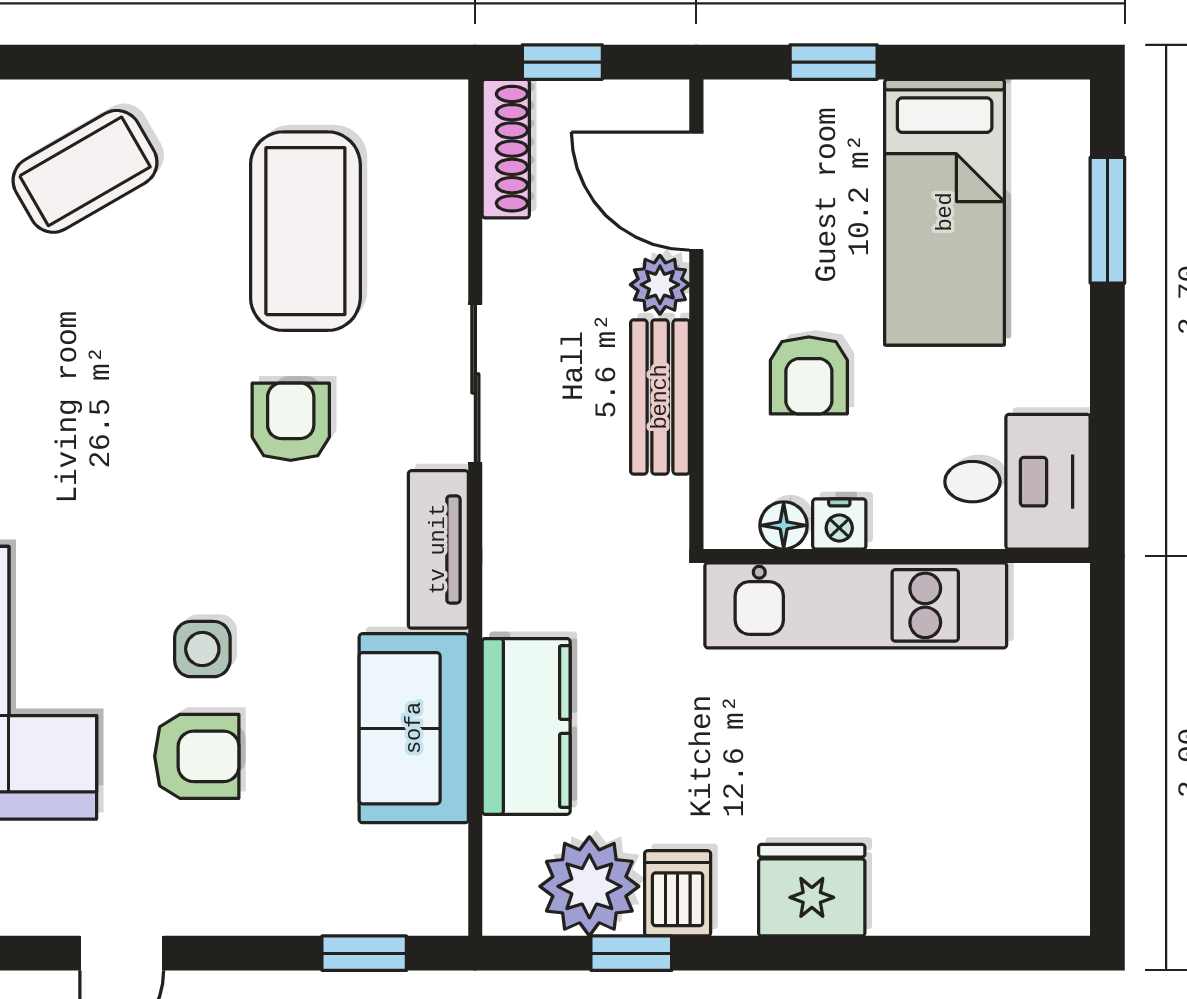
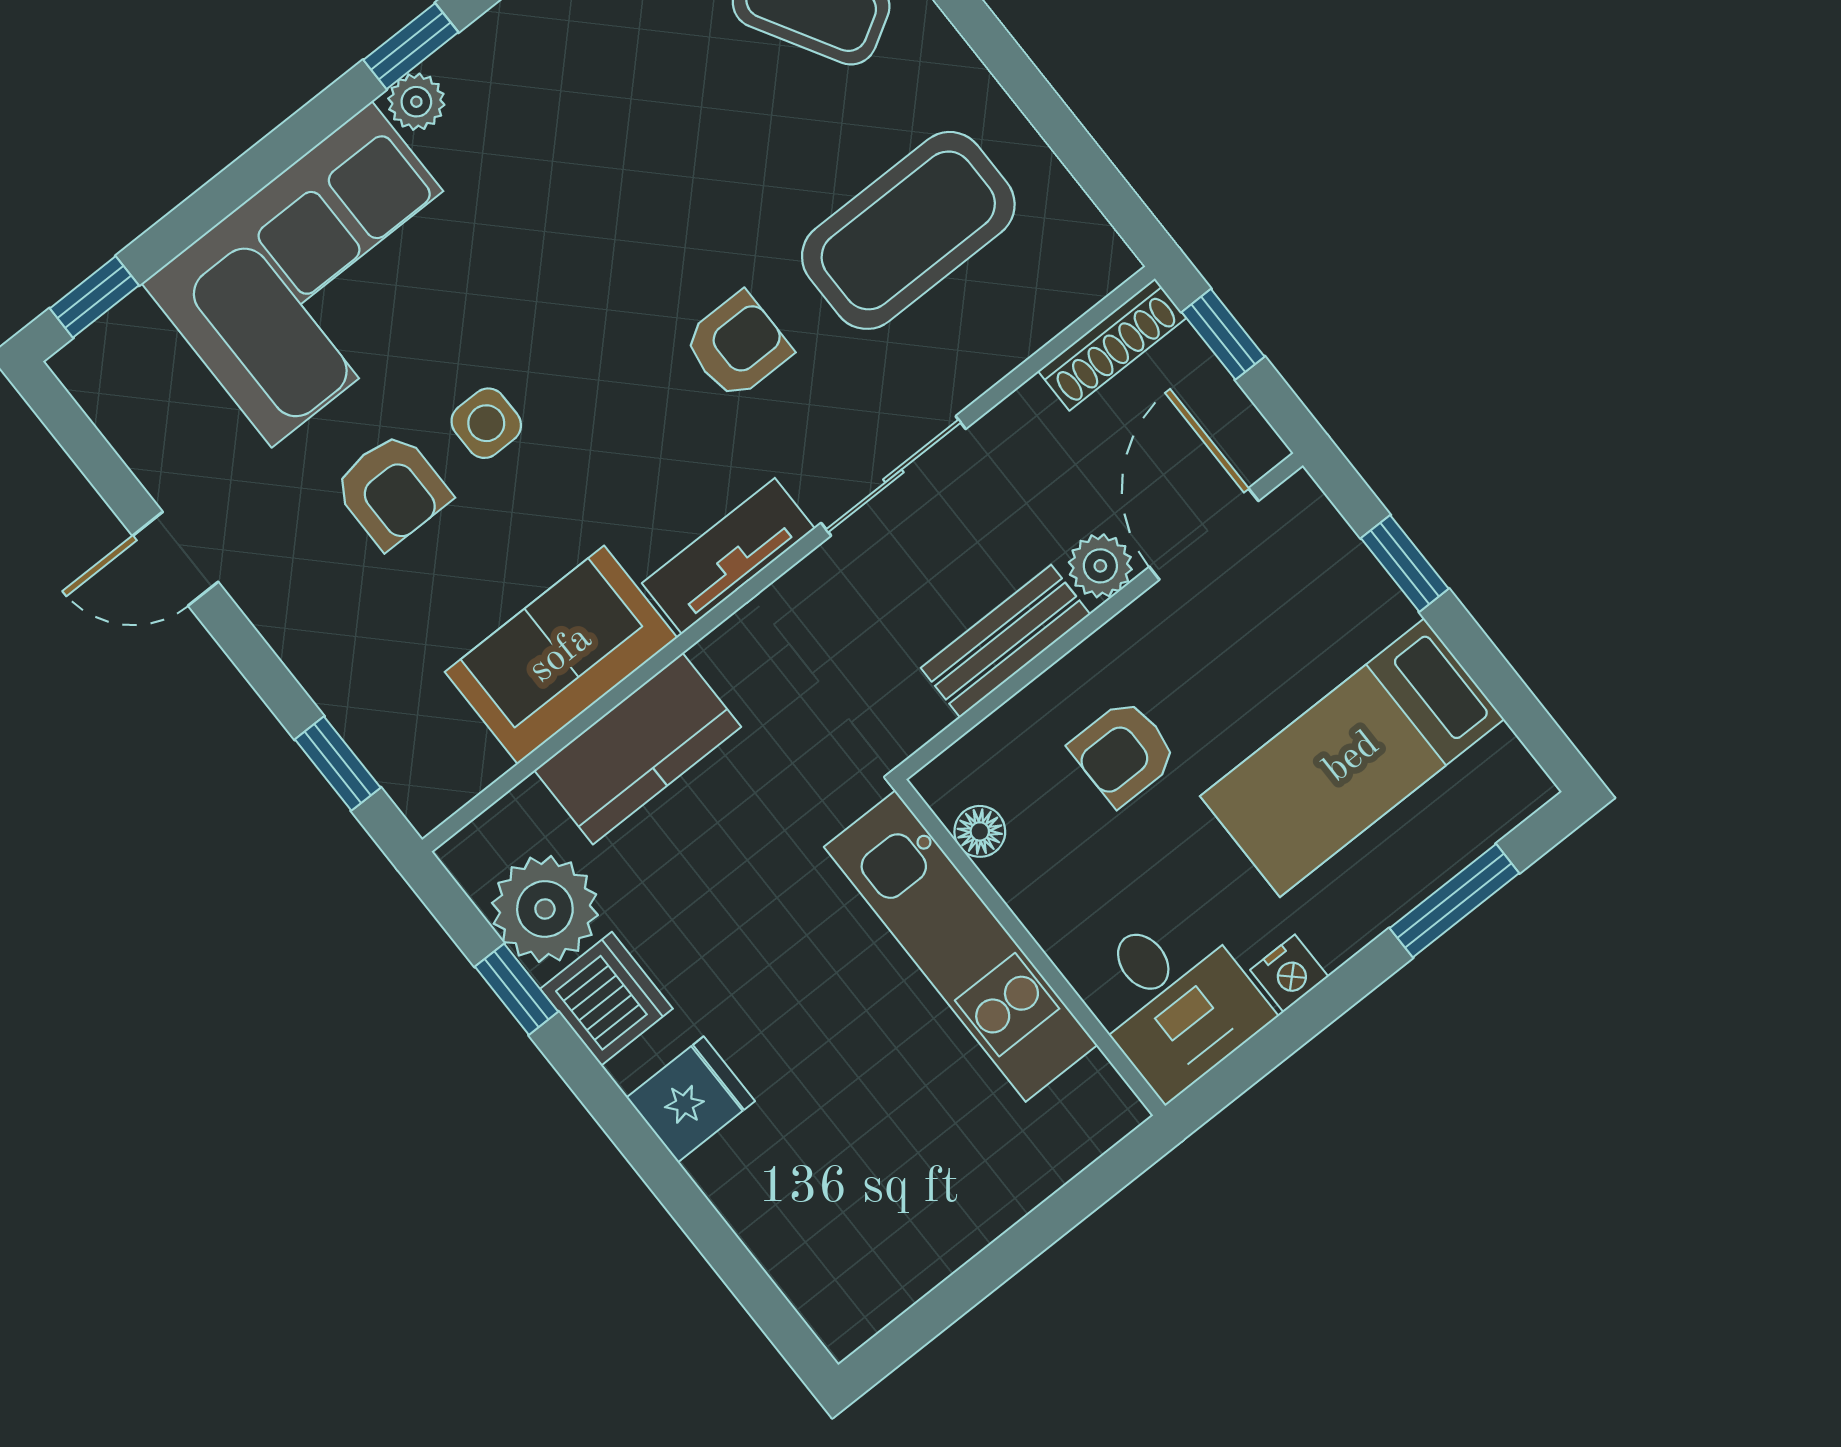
nightstand: (839, 524) -> (1289, 973), moved, turned -90
fridge: (812, 890) -> (691, 1099), width x0.72
dishwasher: (678, 893) -> (606, 999), width x1.38

